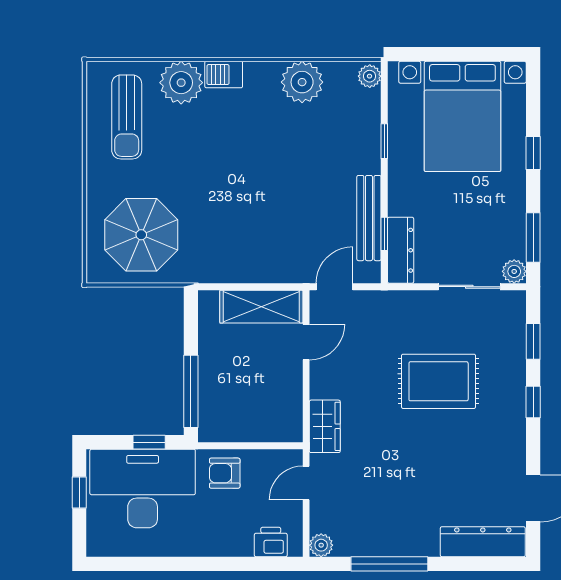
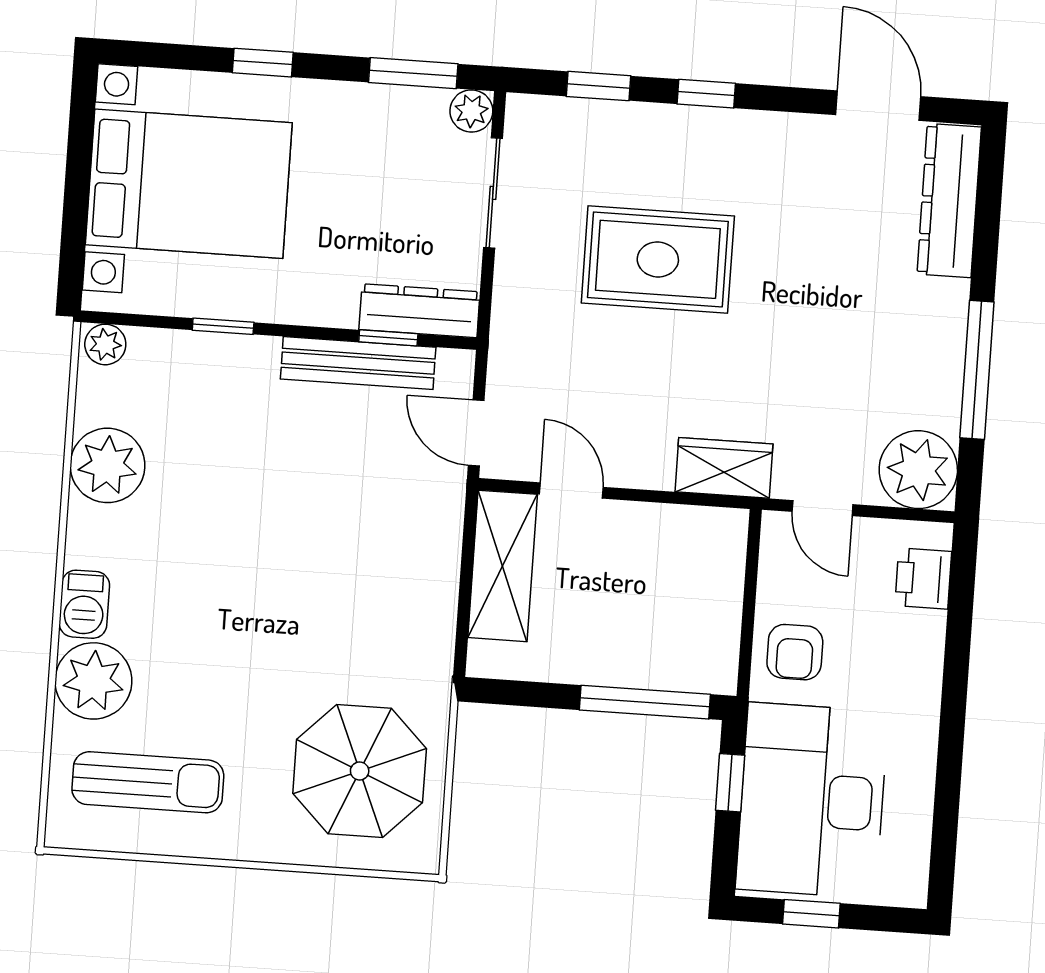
rug: (439, 381) -> (658, 259), turned 90
plant: (321, 545) -> (918, 470), width x1.87, depth x1.87

